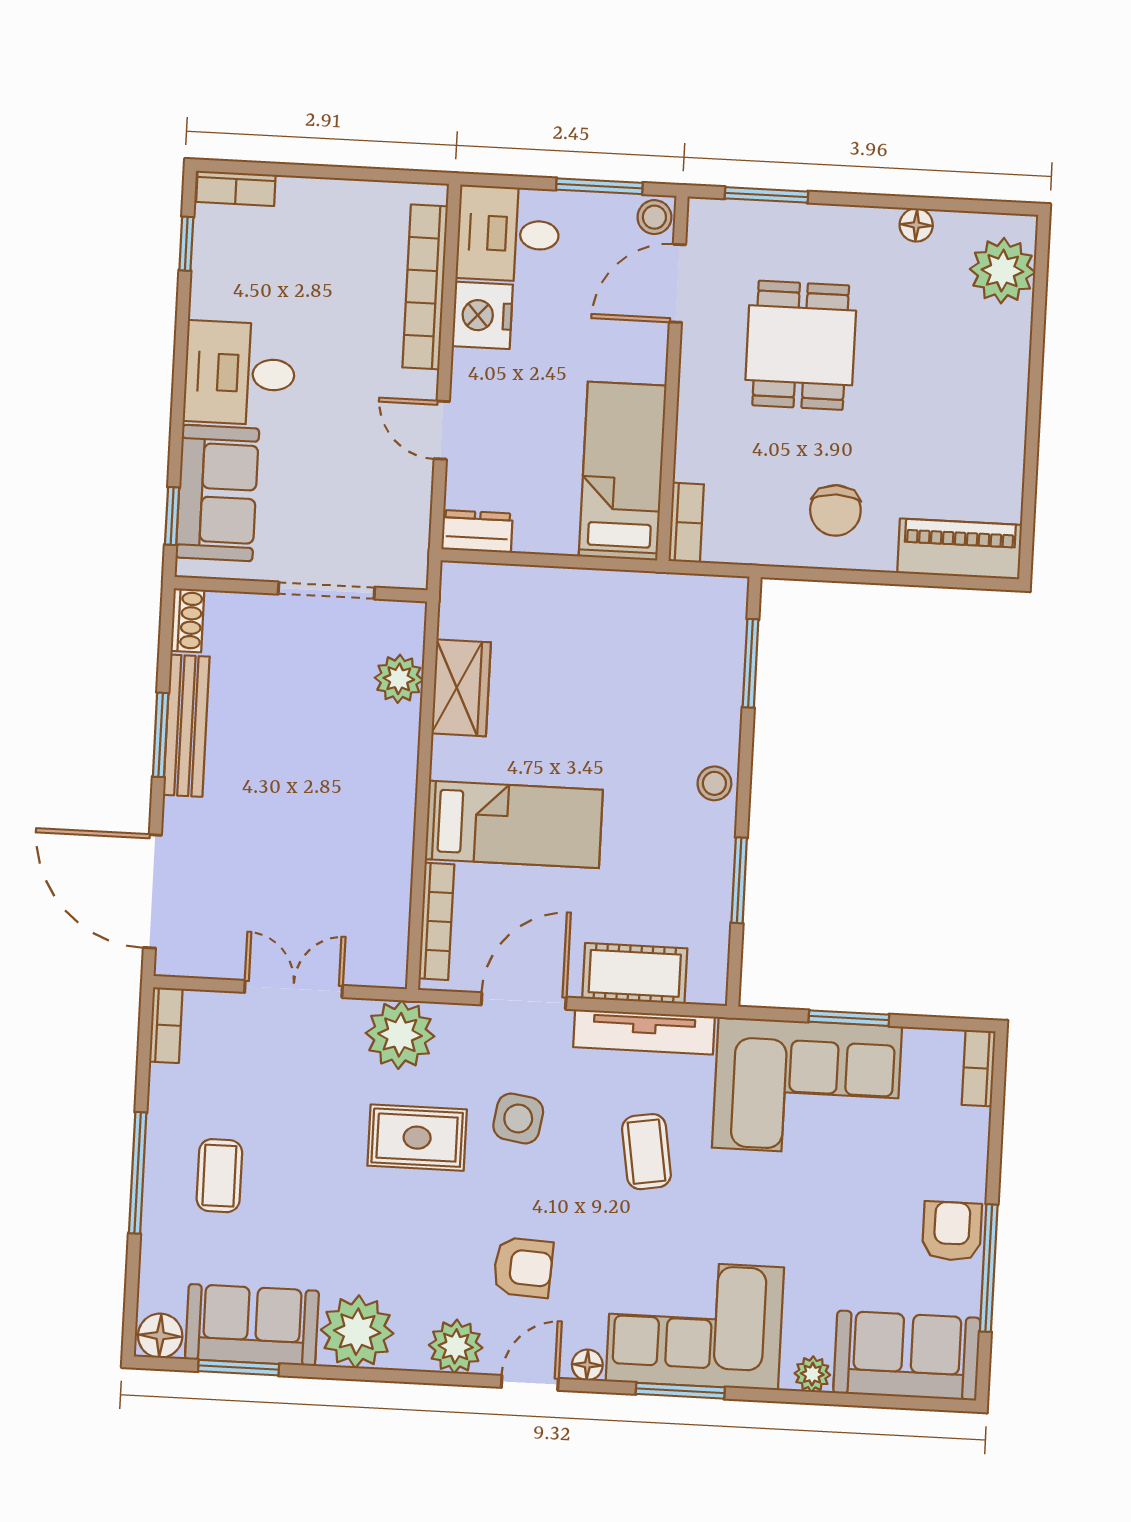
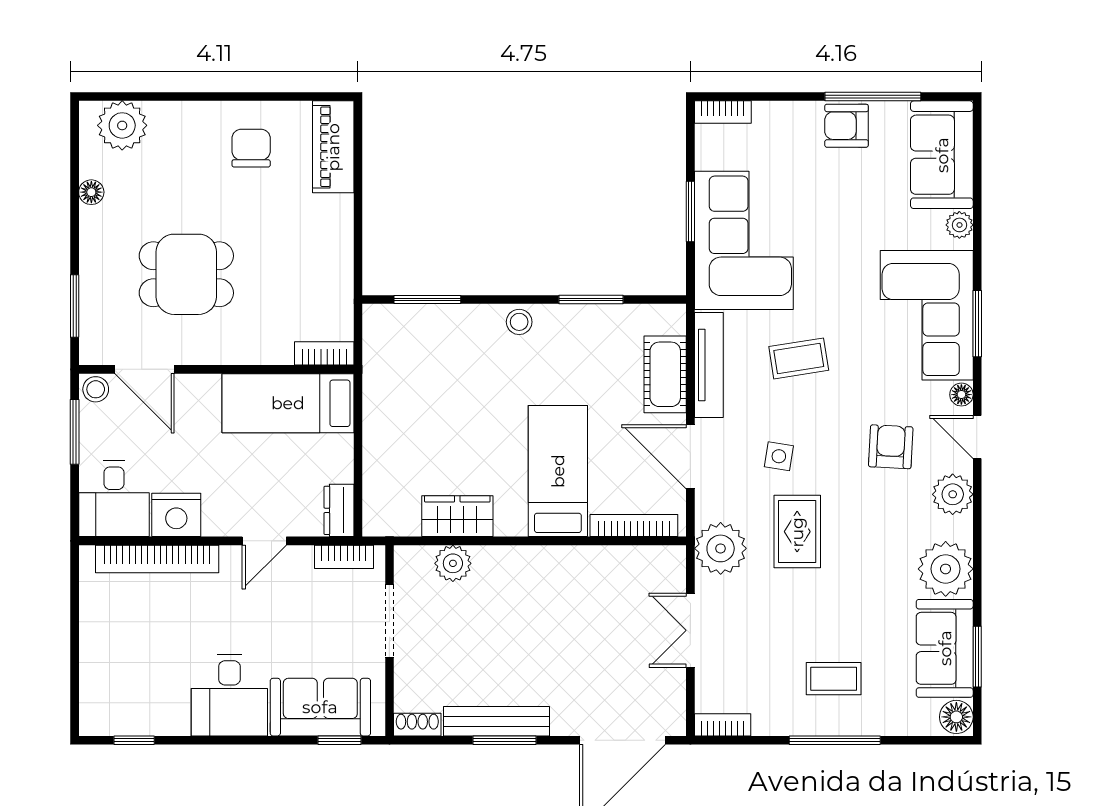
bookcase: (236, 188) -> (344, 557), moved, turned 90
chair: (835, 510) -> (251, 148), moved, turned -90
side table: (518, 1118) -> (779, 456), width x0.73, depth x0.73

